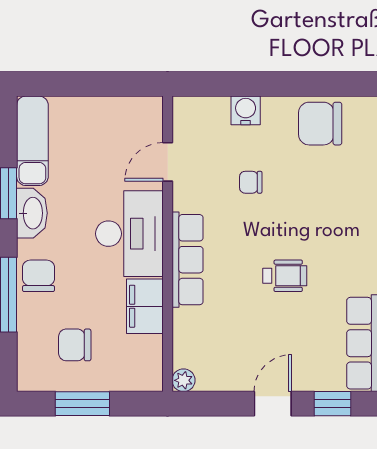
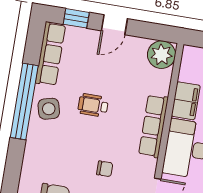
side table: (351, 259) -> (49, 109), added
plant: (184, 380) -> (161, 55), width x1.88, depth x1.88

